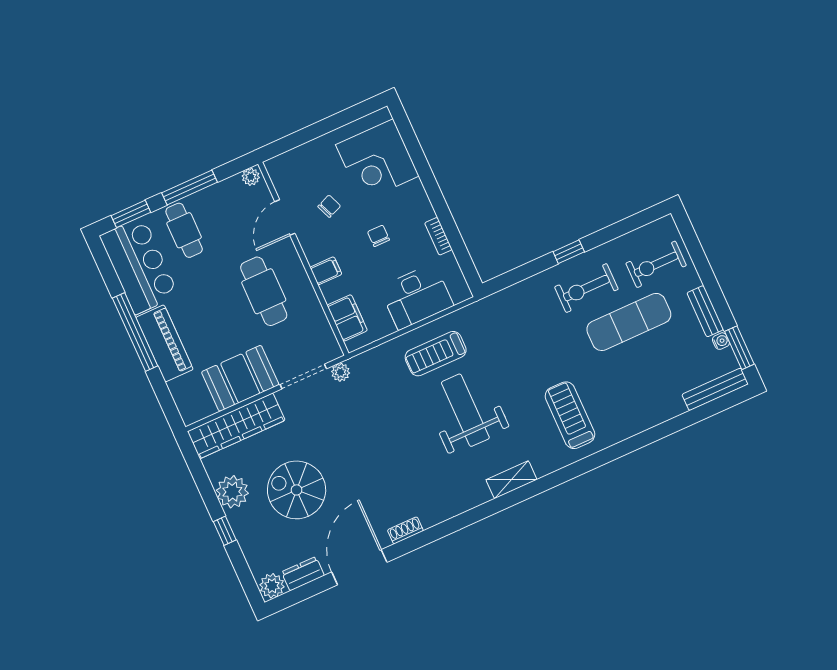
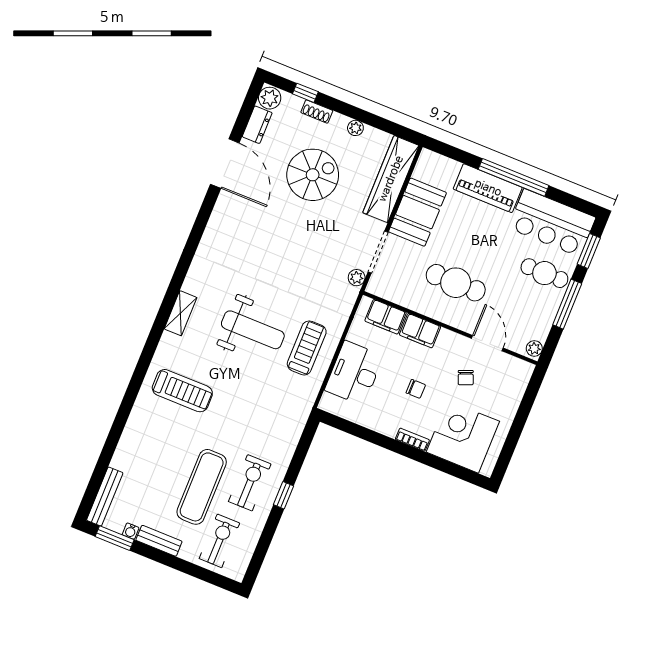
bookcase: (438, 236) -> (412, 440), moved
filing cabinet: (326, 271) -> (420, 331), width x2.00
plant: (232, 492) -> (355, 128), width x0.53, depth x0.53
shoe rack: (405, 530) -> (317, 112), moved, turned 90
window: (225, 531) -> (305, 93), moved

